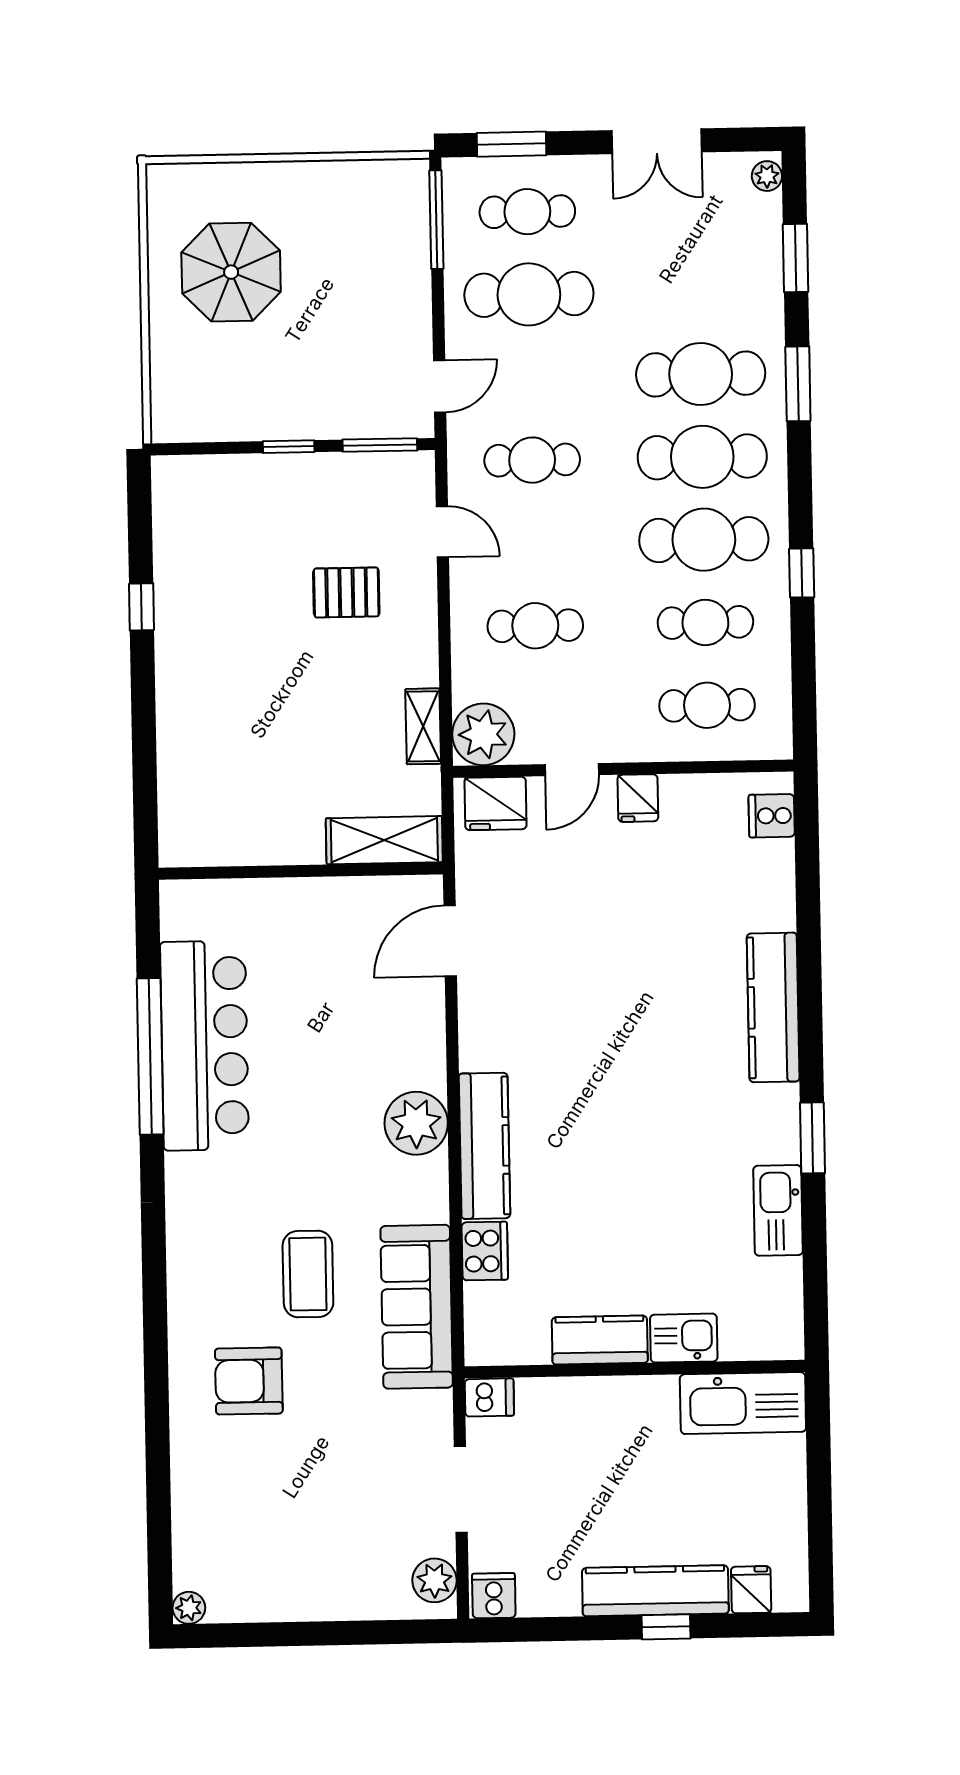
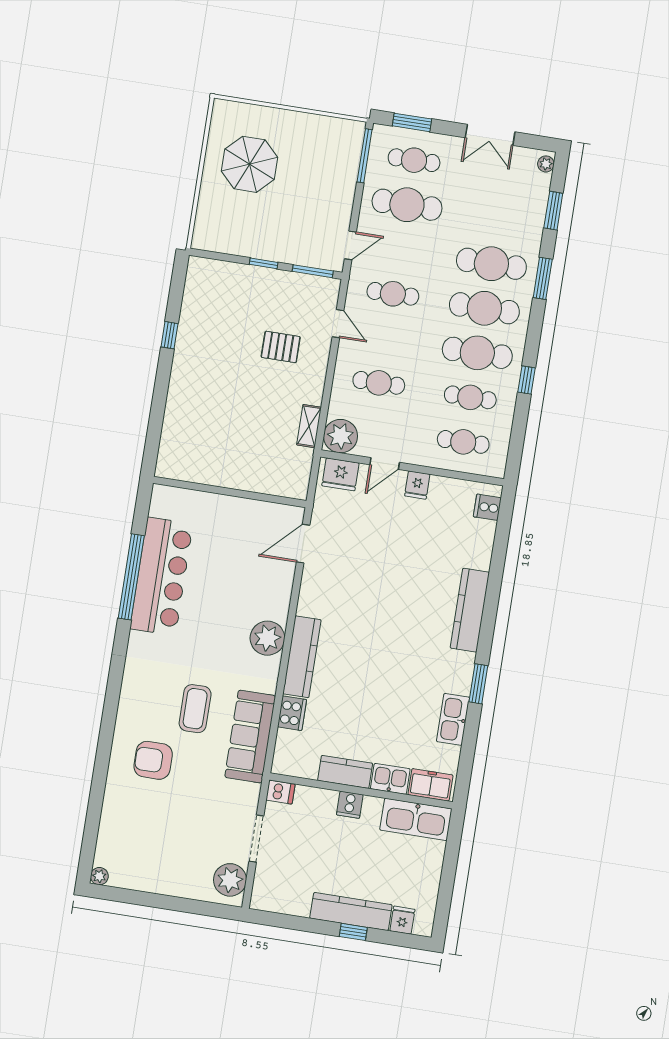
shelving: (384, 840) -> (277, 483), removed
freezer: (758, 1336) -> (430, 785), added
plant: (434, 1580) -> (230, 880), width x1.36, depth x1.36
cooker: (494, 1596) -> (350, 805), moved, turned 180

